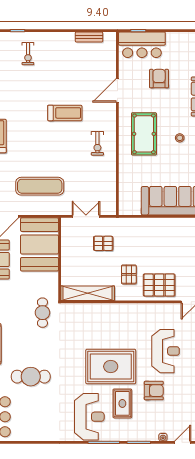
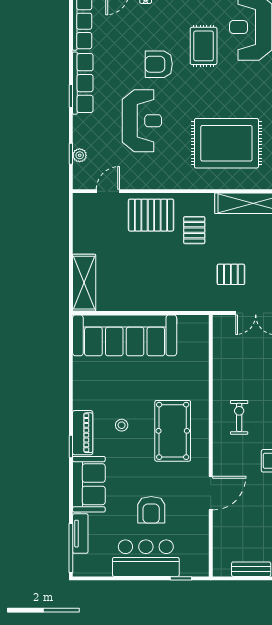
bar counter: (142, 45) -> (146, 558), moved
reception desk: (166, 351) -> (142, 121), turned 180
rug: (111, 367) -> (226, 143), moved

